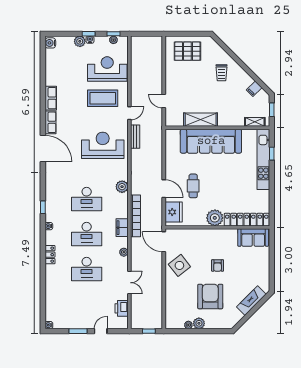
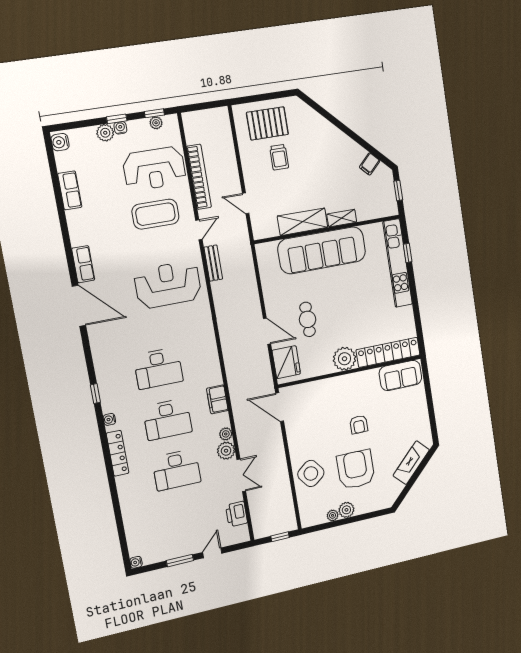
reception desk: (107, 69) -> (154, 169), turned 180
trolley: (222, 73) -> (279, 157), moved
row of seats: (51, 98) -> (70, 190), moved
shelving: (255, 122) -> (342, 218), moved
plant: (122, 187) -> (226, 451), moved
bookcase: (136, 216) -> (199, 177), moved
locker: (50, 255) -> (117, 453), width x1.53
side table: (179, 265) -> (311, 473), moved

